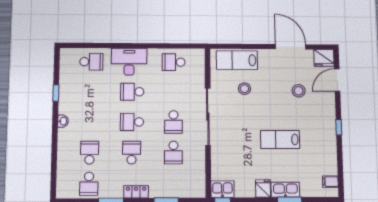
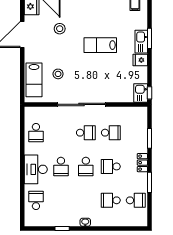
lab bench: (280, 139) -> (100, 45), turned 90

